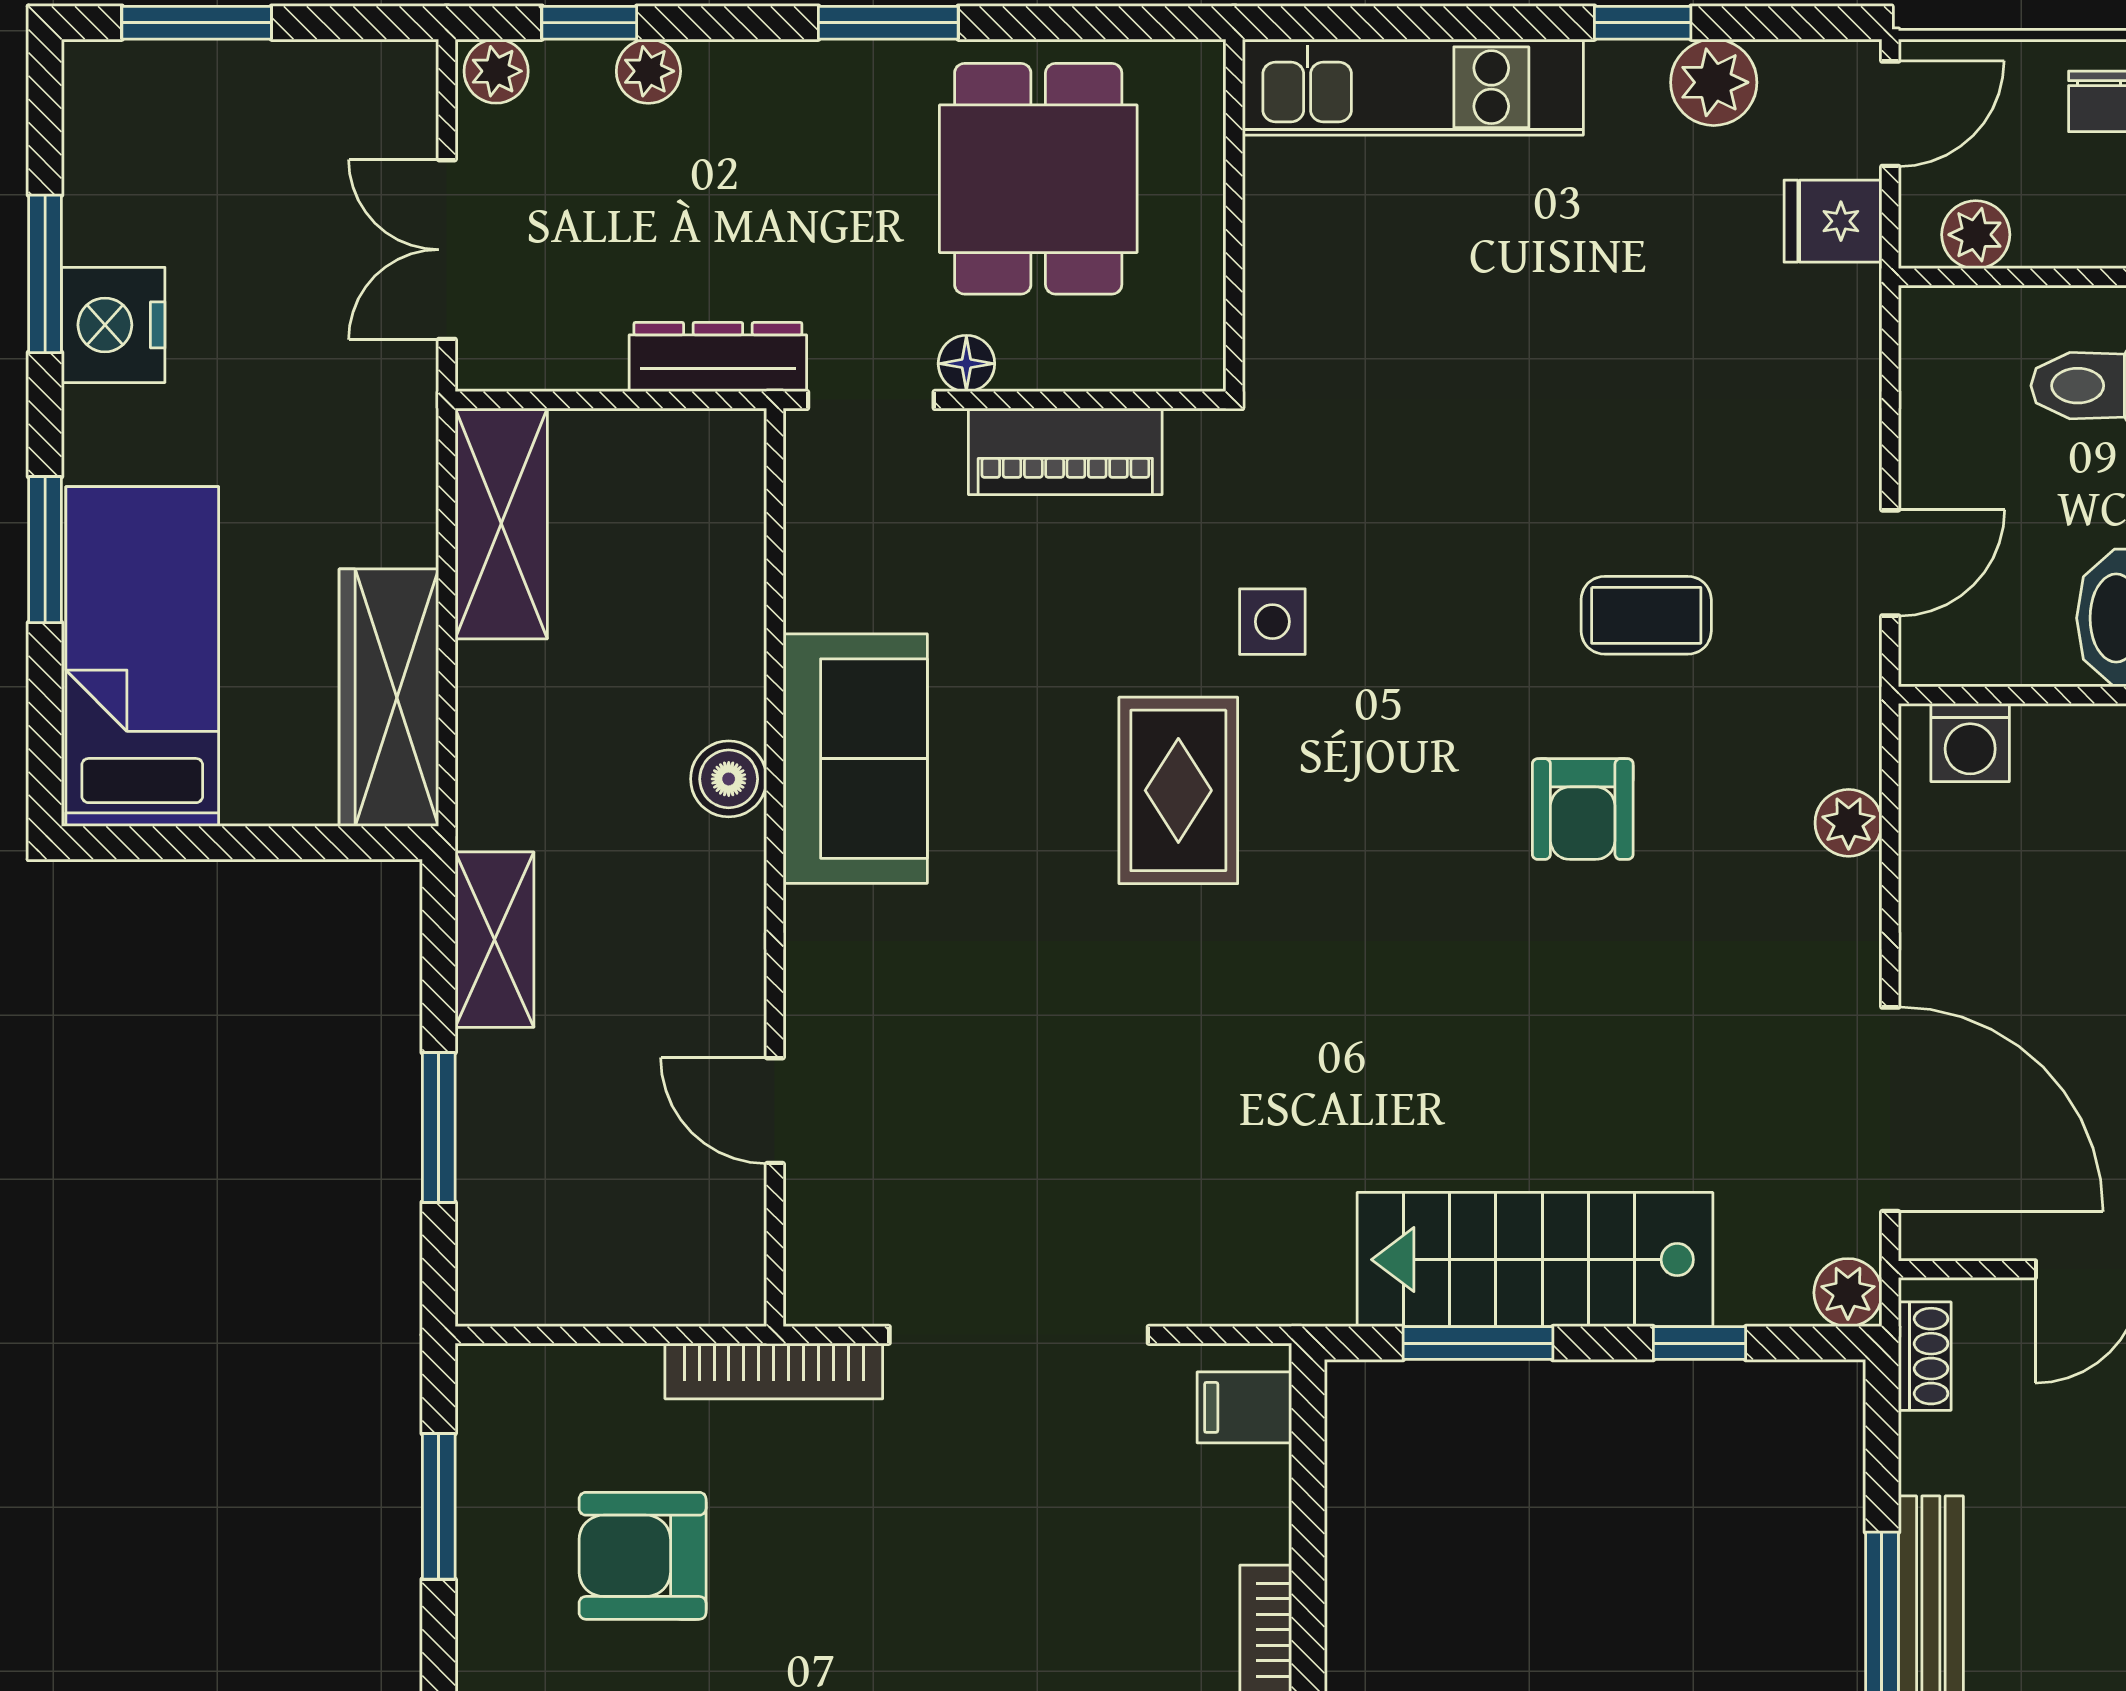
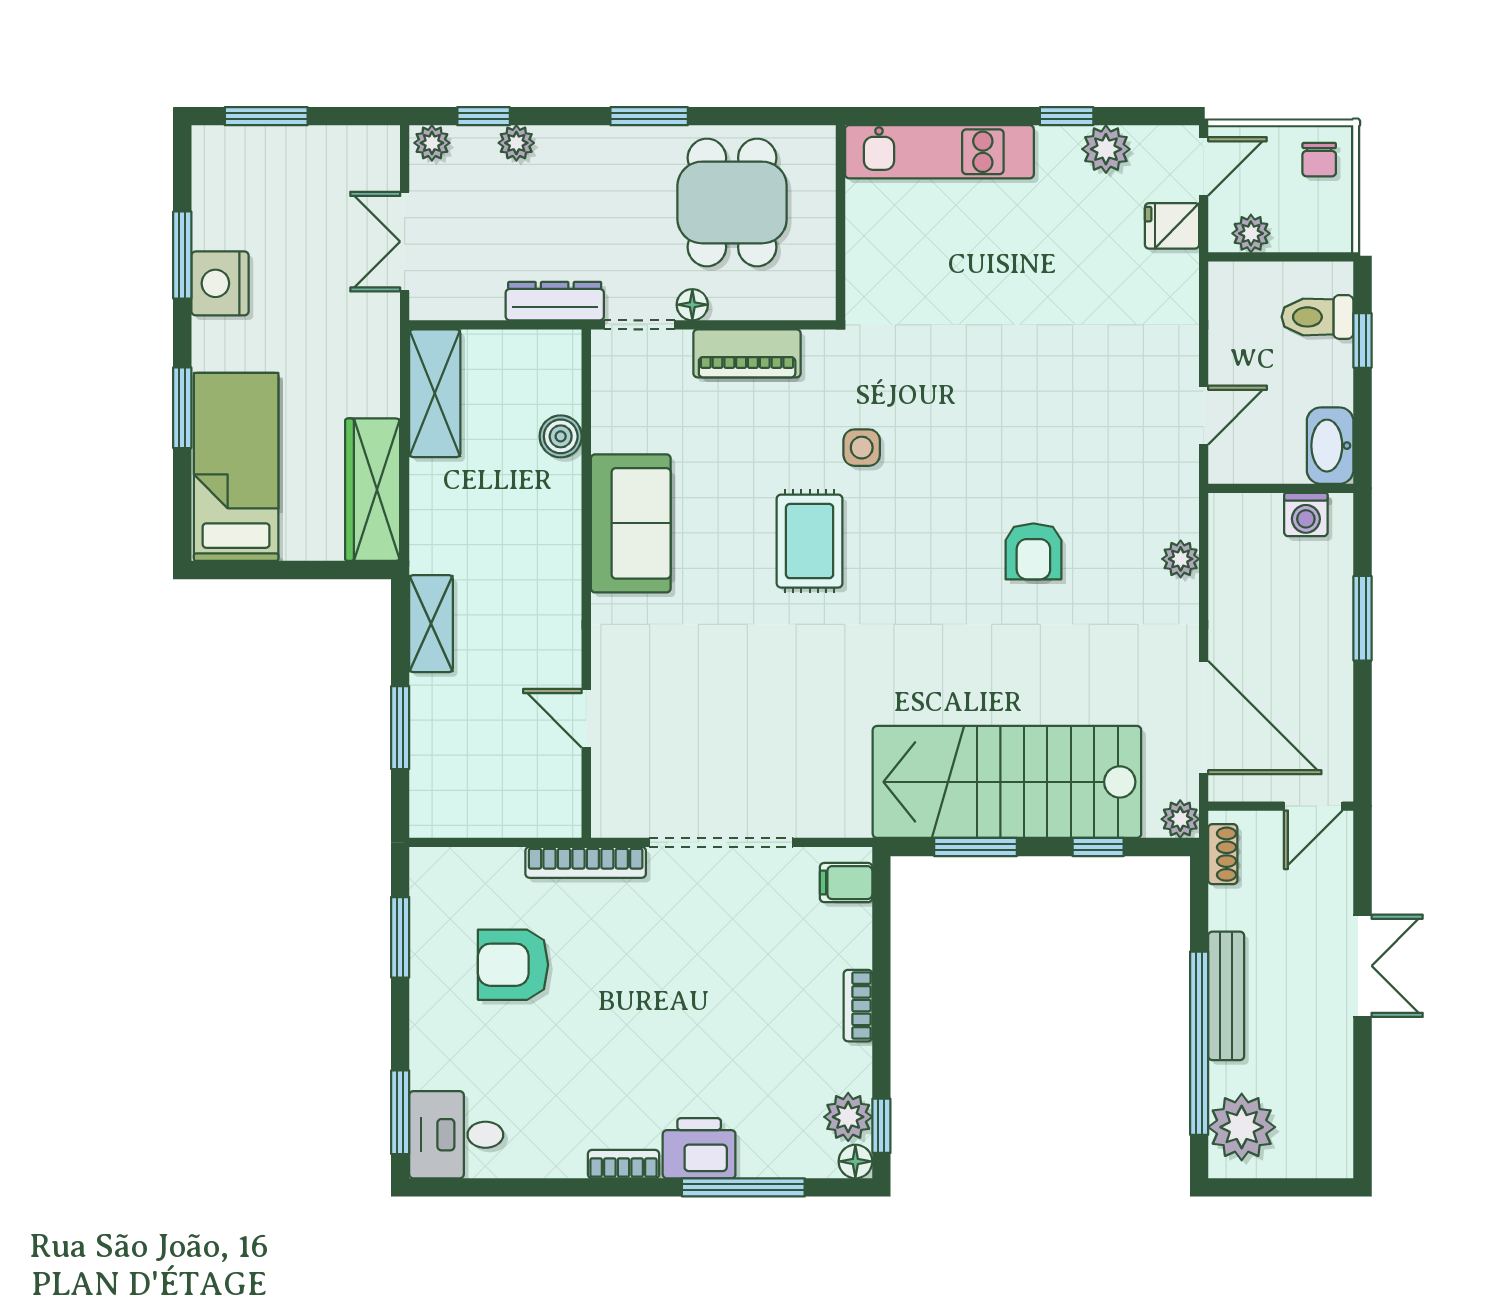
coffee table: (1646, 615) -> (1069, 444), removed
washing machine: (1970, 743) -> (1306, 515), moved
boiler: (729, 779) -> (561, 436), moved
stairs: (1535, 1260) -> (1007, 782), width x1.36, depth x1.51

